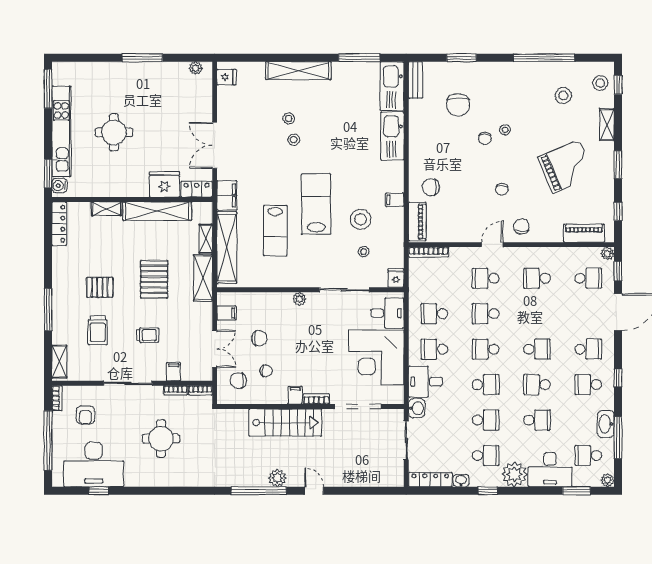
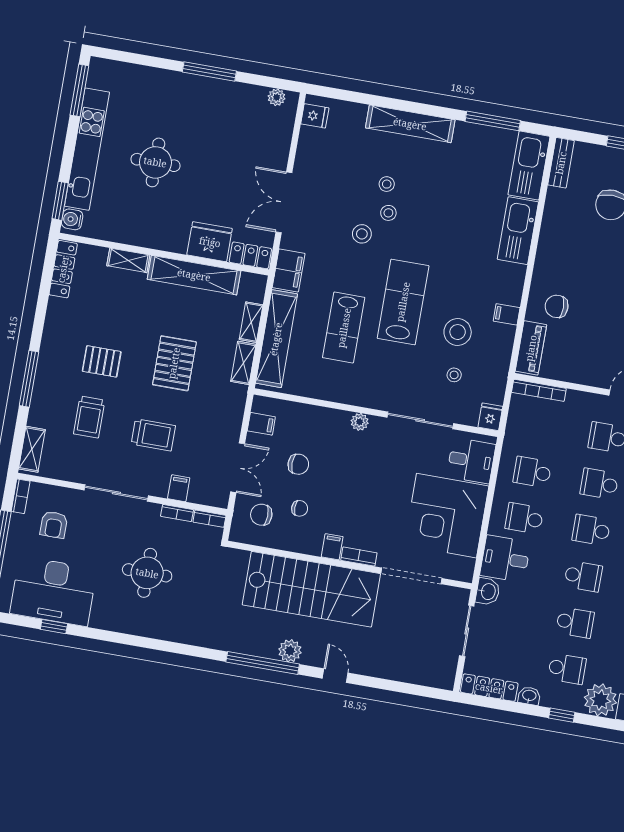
stool: (277, 159) -> (362, 234), added
shelving: (203, 278) -> (243, 363), width x0.67, depth x0.75
trolley: (148, 335) -> (153, 435), width x1.36, depth x1.39
stairs: (285, 423) -> (311, 589), width x1.36, depth x1.51

